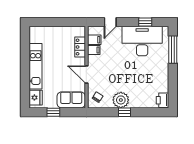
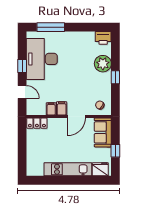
window: (145, 22) -> (22, 66), moved
filing cabinet: (94, 40) -> (62, 108), moved
locker: (80, 47) -> (37, 123), moved
plant: (121, 100) -> (103, 64), moved

